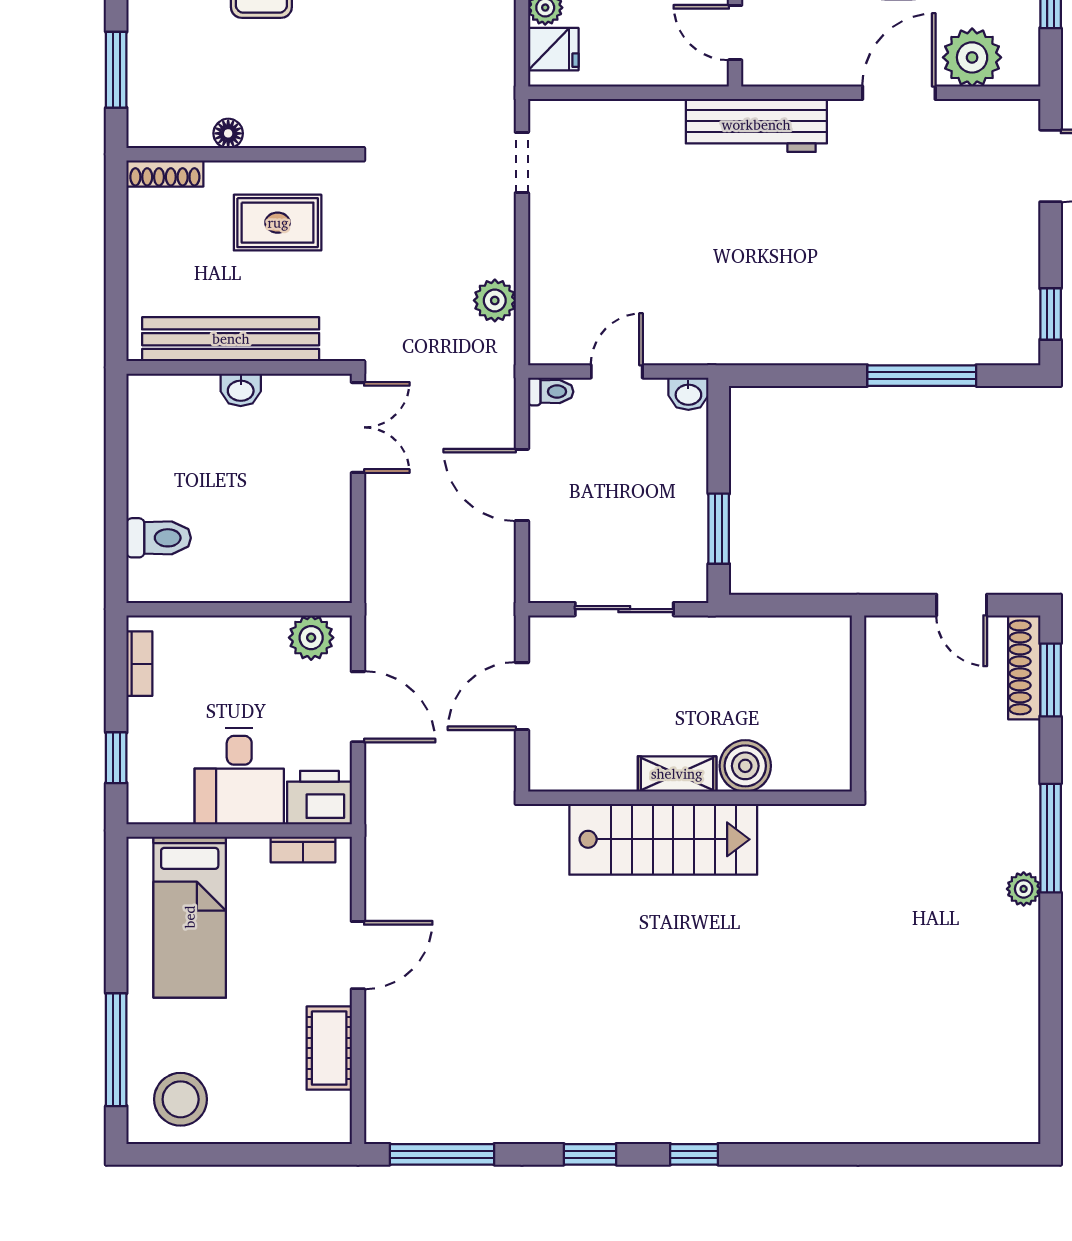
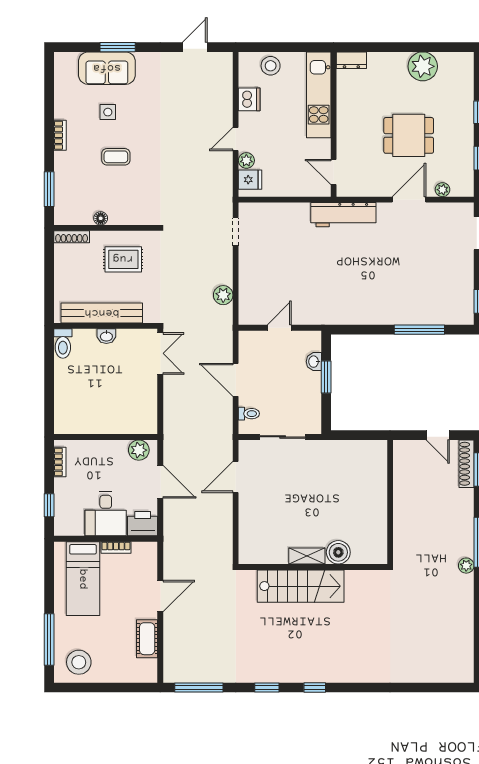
plant: (972, 57) -> (443, 190), width x0.53, depth x0.53
toilet: (551, 392) -> (249, 414), moved
washbasin: (688, 394) -> (314, 362), moved, turned 90
window: (719, 529) -> (326, 377), moved
toilet: (159, 538) -> (63, 343), moved, turned 90
boiler: (745, 766) -> (338, 552), moved
shelving: (677, 774) -> (307, 556), moved
wall: (690, 798) -> (313, 567), moved
stairs: (663, 839) -> (301, 586), moved
bookcase: (303, 850) -> (116, 547), moved

